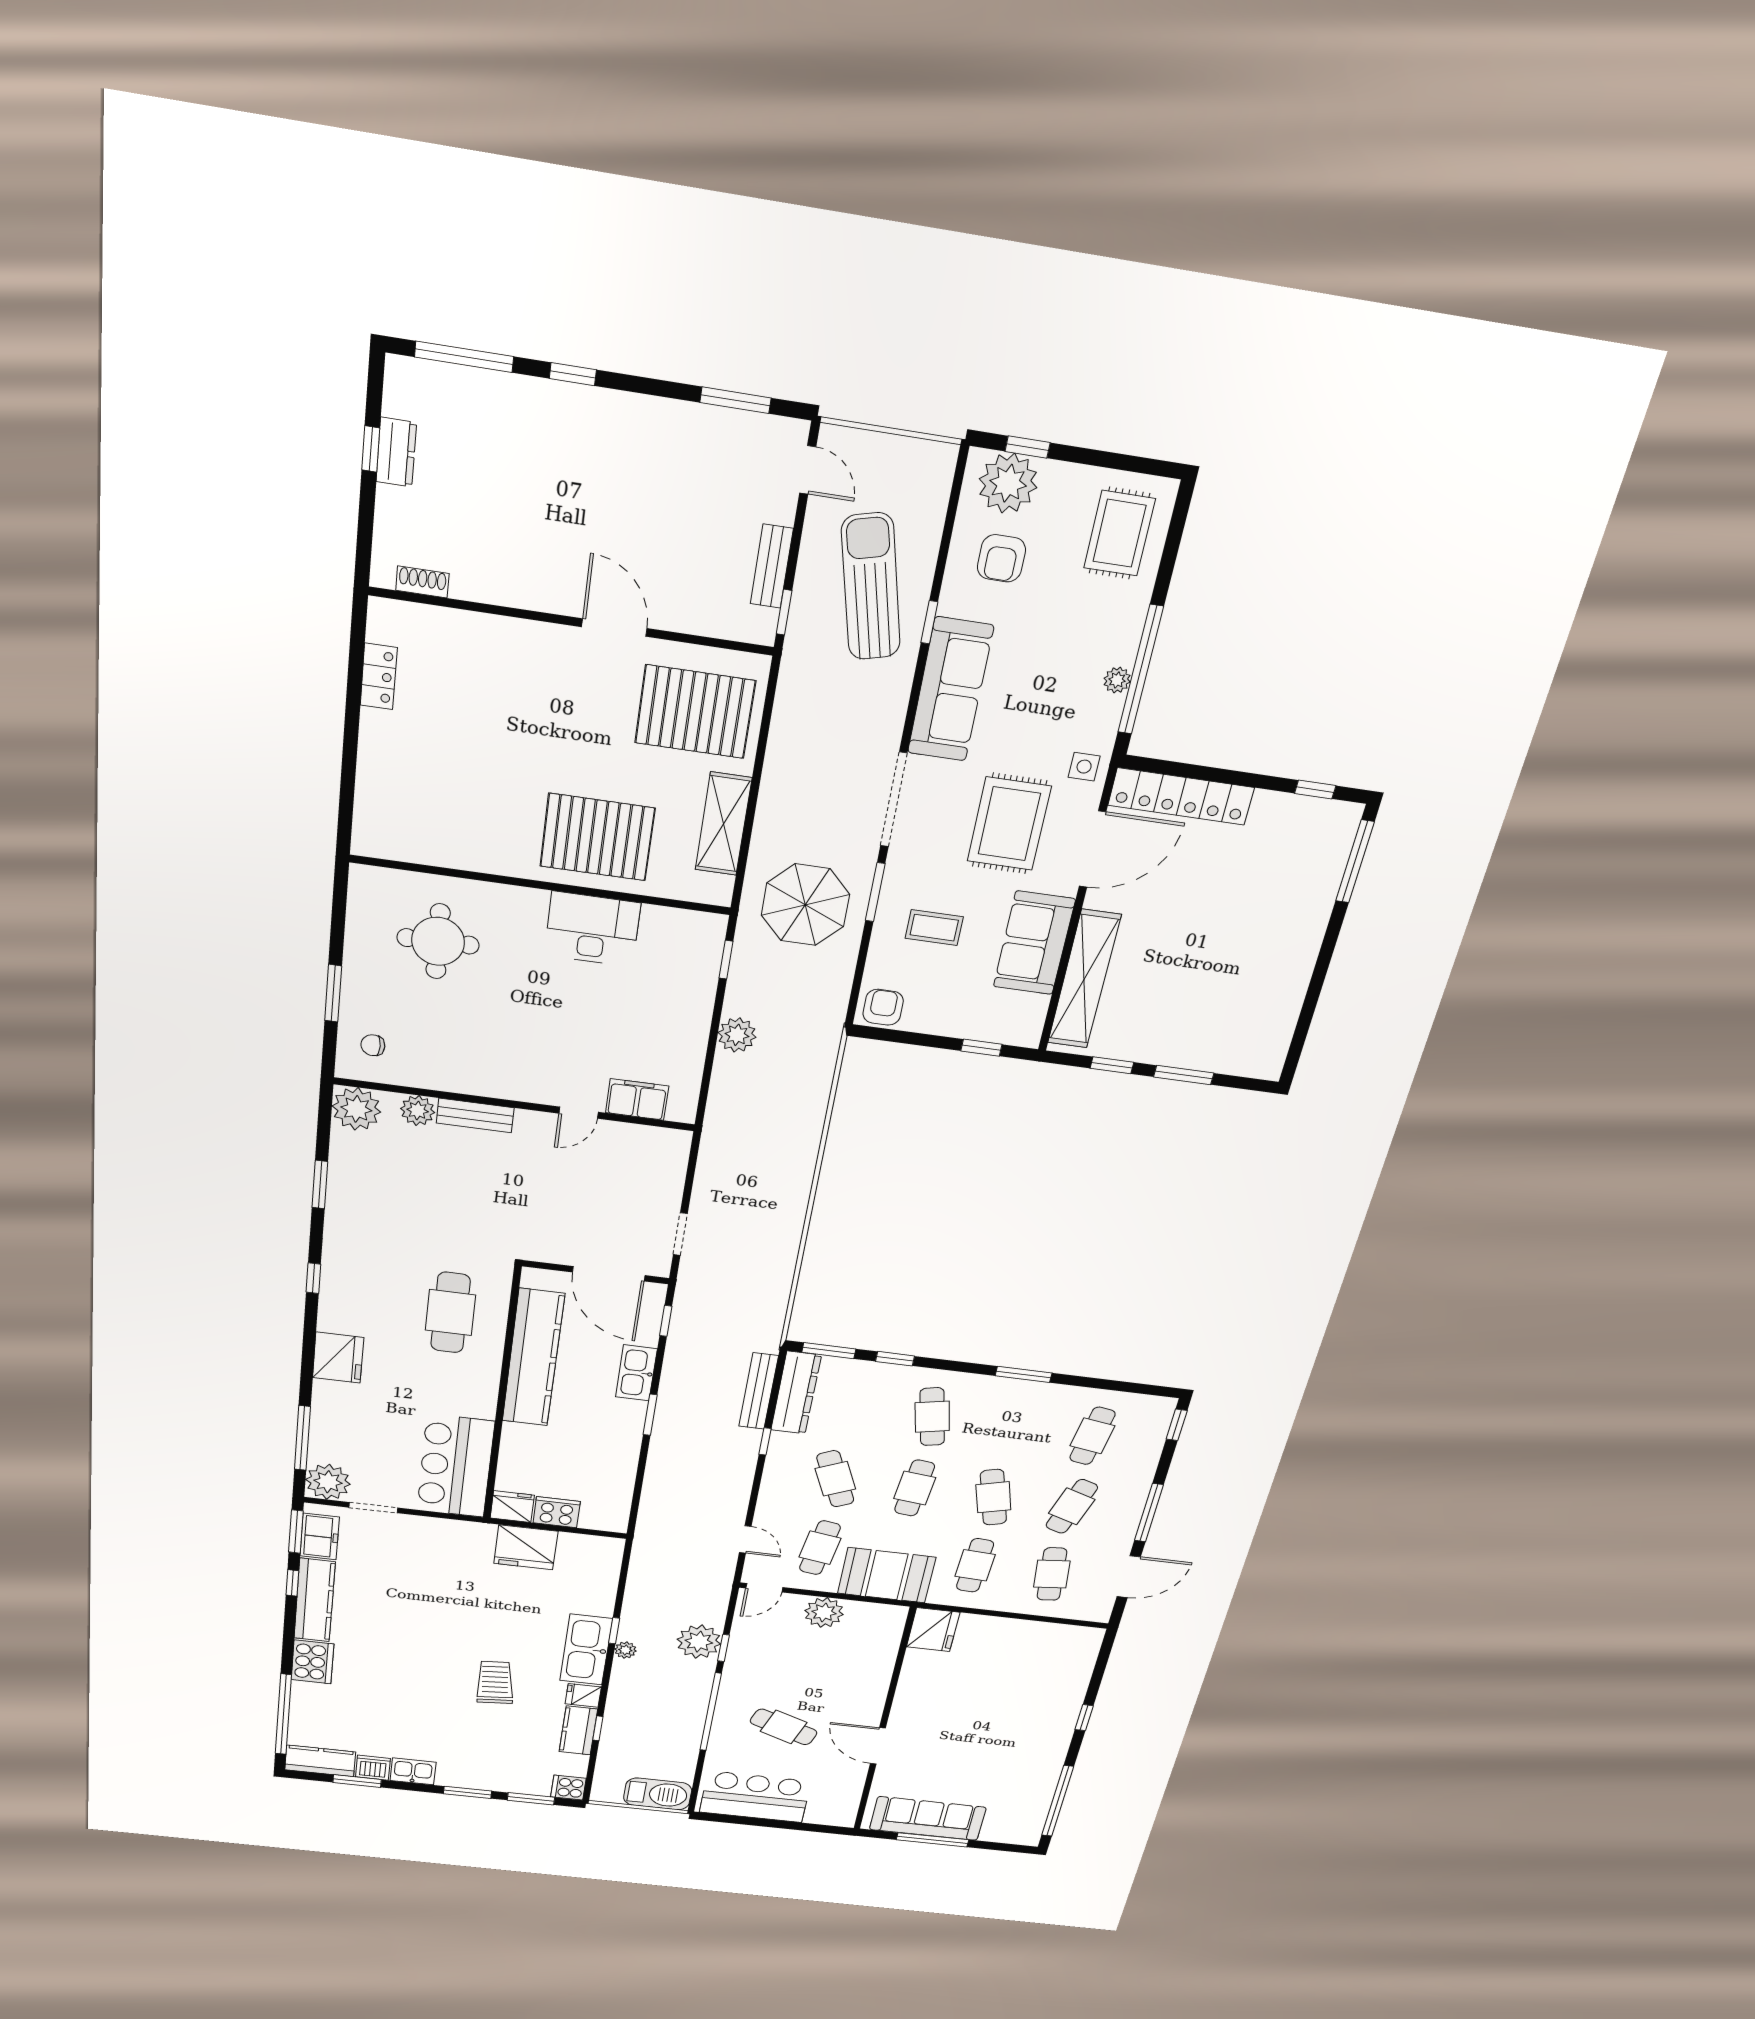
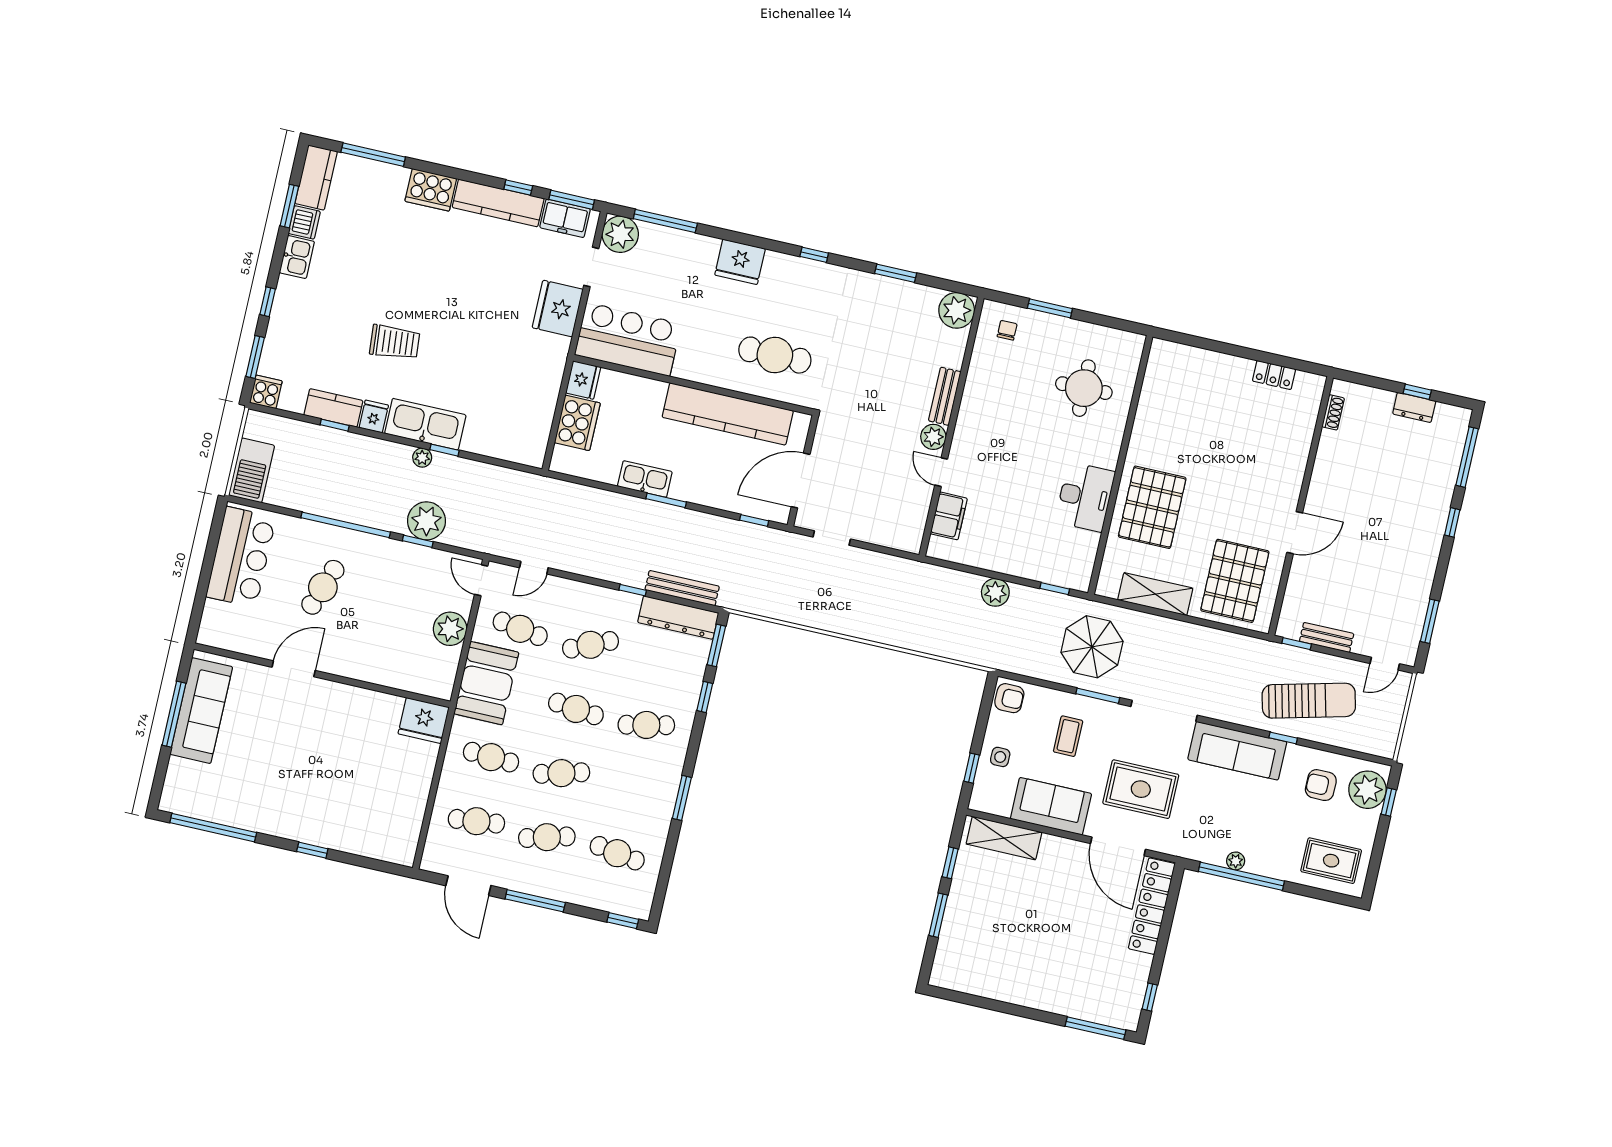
side table: (1084, 767) -> (1000, 757), moved
shelving: (1084, 979) -> (1004, 838), width x0.68
plant: (418, 1110) -> (933, 437), moved
kitchen sink: (636, 1373) -> (645, 479), moved
cafe table: (1072, 1506) -> (547, 837), turned -33
cooker: (557, 1512) -> (577, 423), width x1.37, depth x1.31
fridge: (526, 1547) -> (558, 308), moved
window: (283, 1714) -> (373, 155), width x0.68
window: (468, 1792) -> (268, 302), width x0.67

